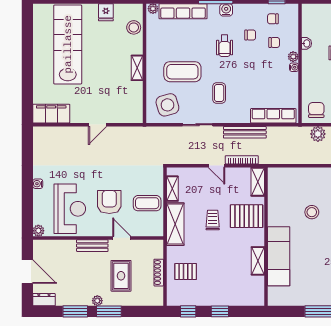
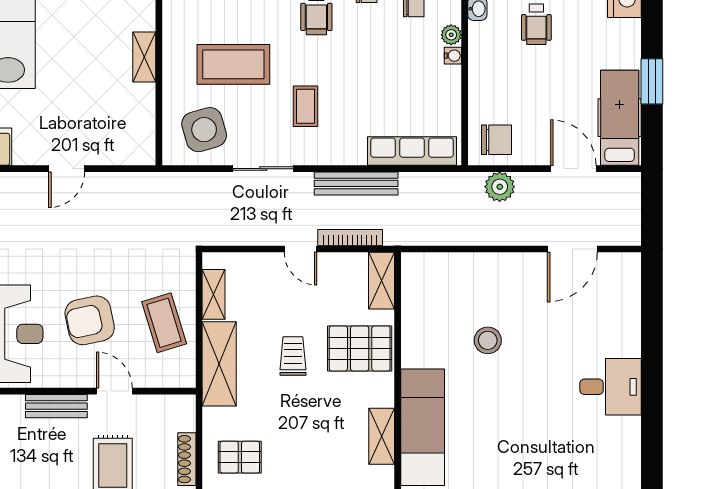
chair: (316, 110) -> (497, 140), turned 90
armchair: (109, 202) -> (90, 320), turned -102
coffee table: (147, 203) -> (164, 323), turned 73

